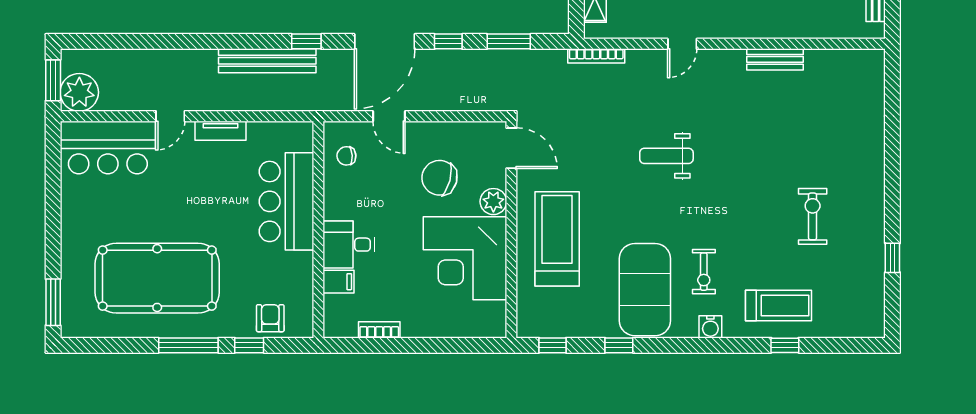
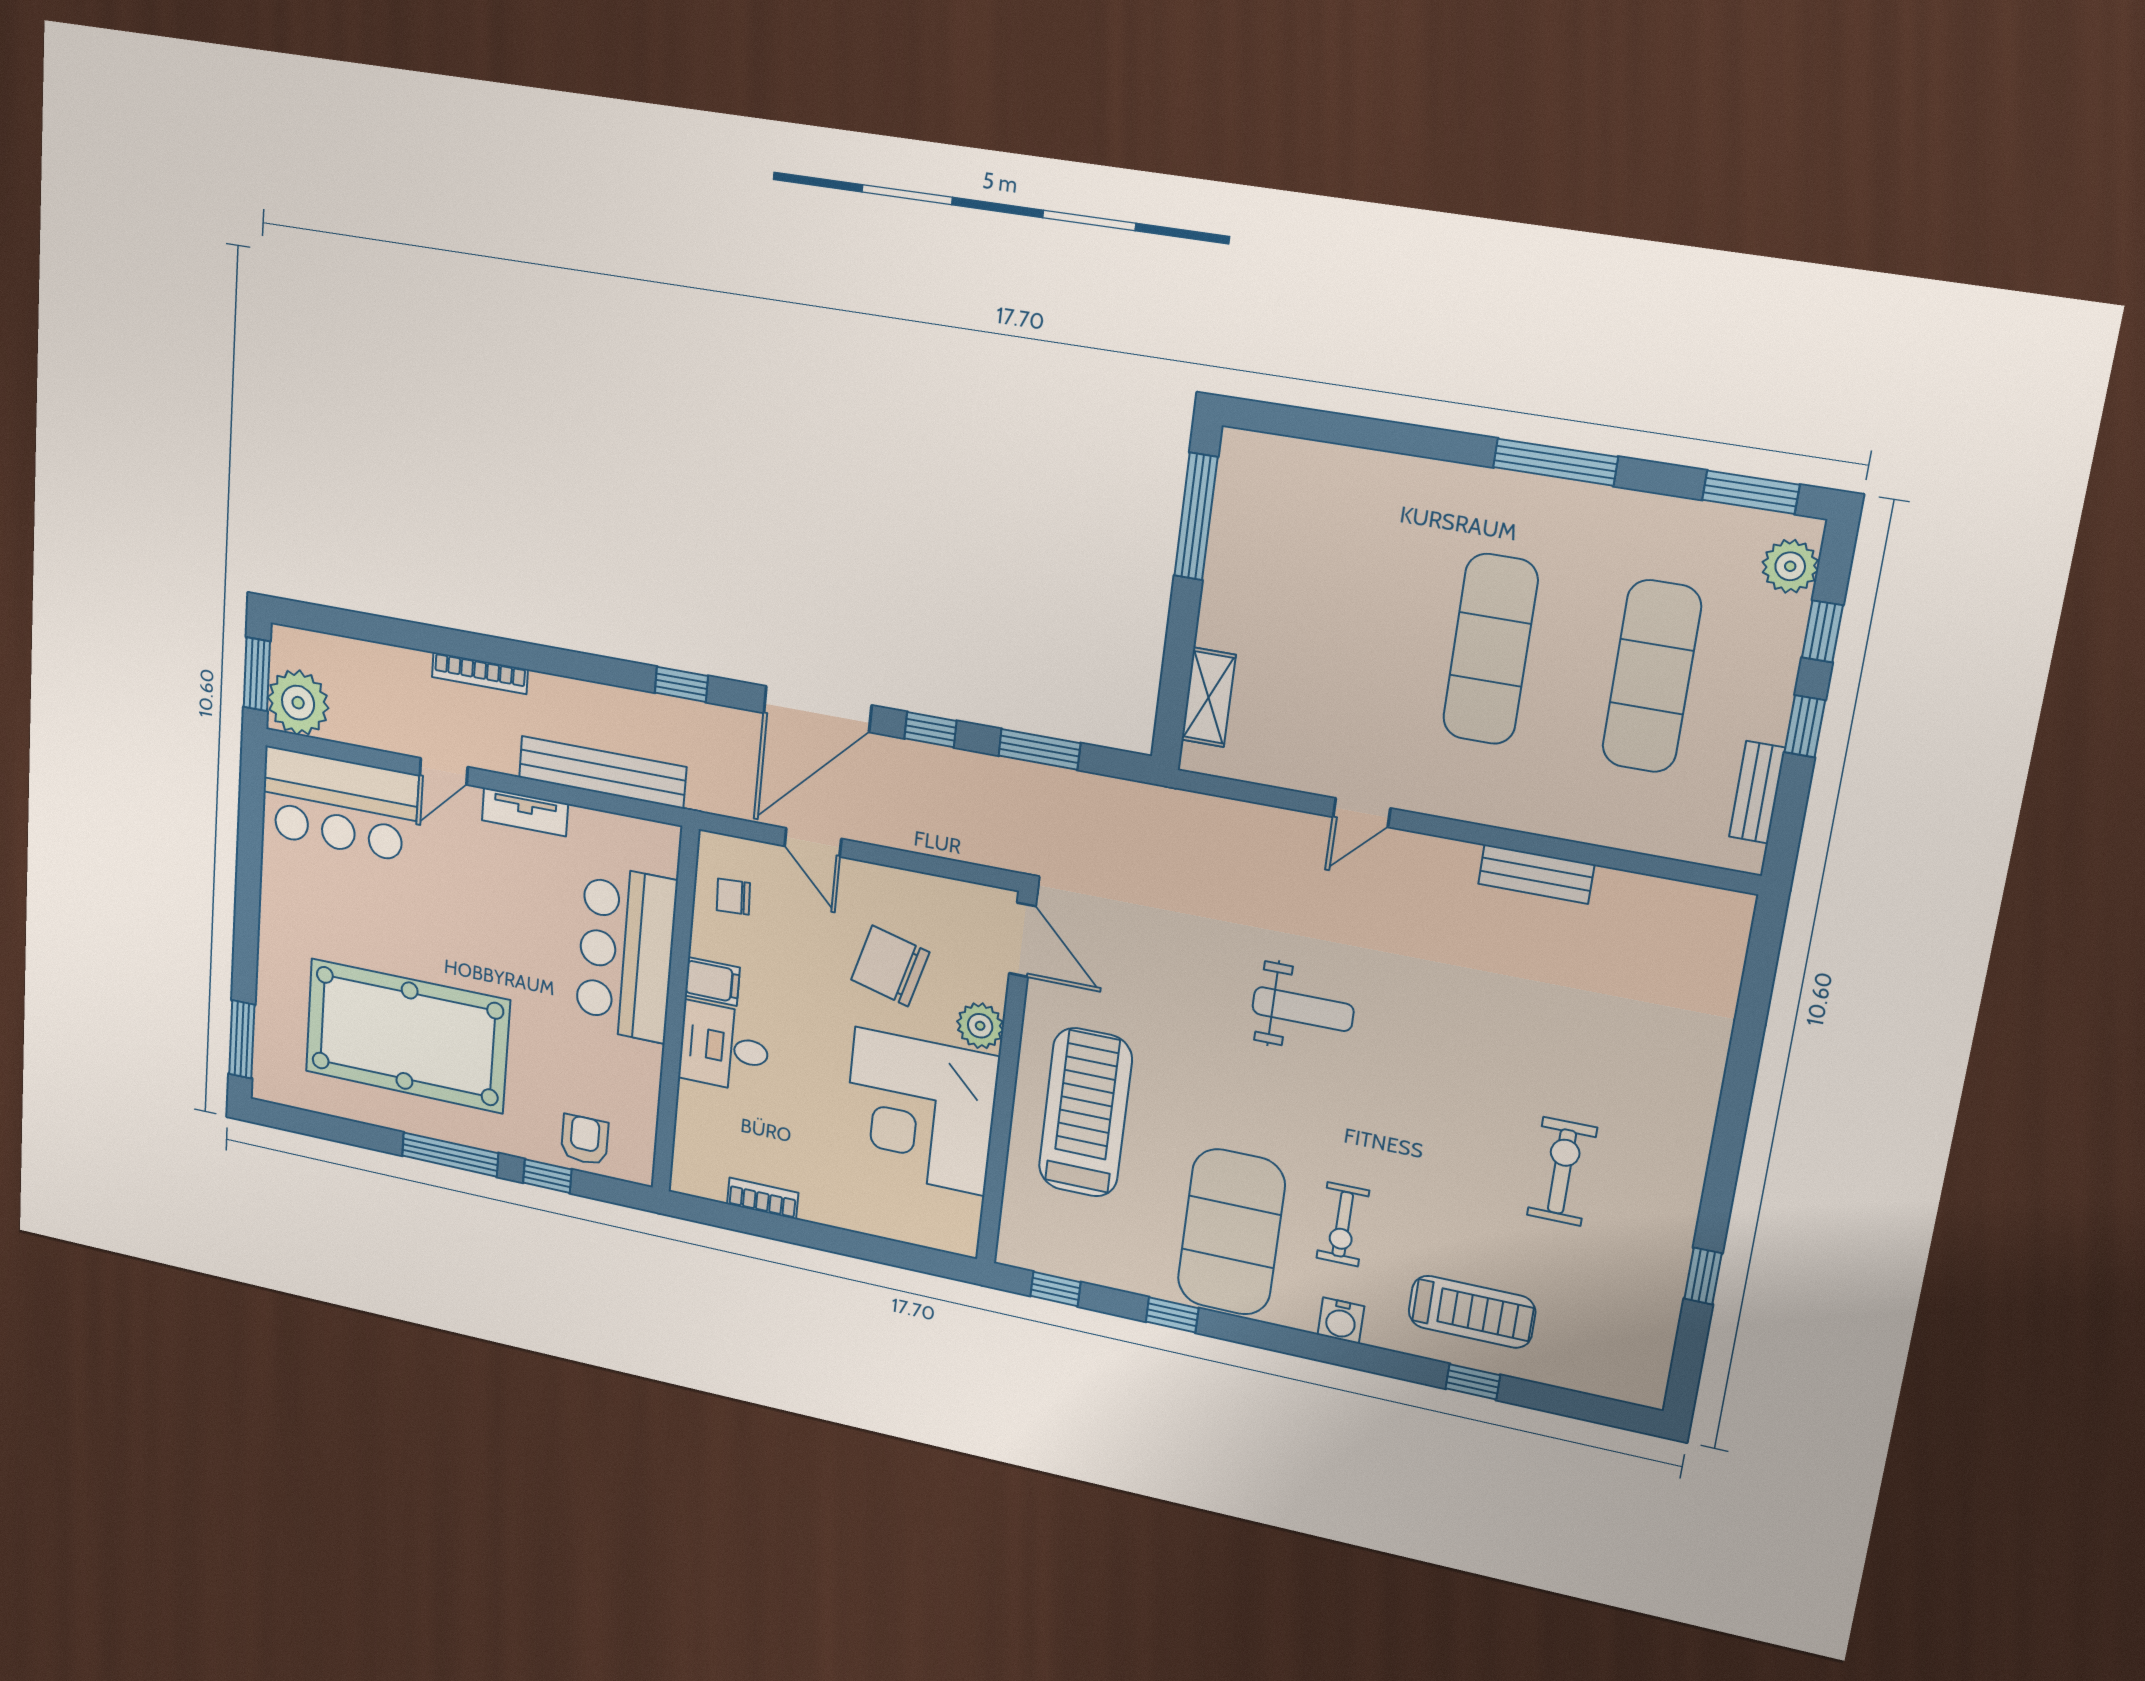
bookcase: (596, 56) -> (480, 673), moved
bench: (267, 61) -> (602, 772), moved
weight bench: (666, 156) -> (1303, 1009), turned 180
filing cabinet: (339, 282) -> (712, 982), moved

